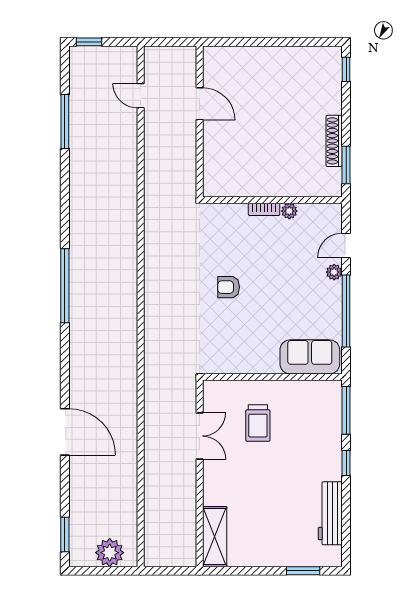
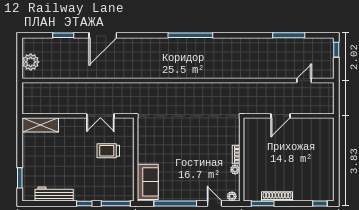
door: (200, 104) -> (280, 116), moved
plant: (334, 272) -> (232, 196), moved
armchair: (229, 287) -> (190, 133), removed
window: (65, 535) -> (63, 35), moved

